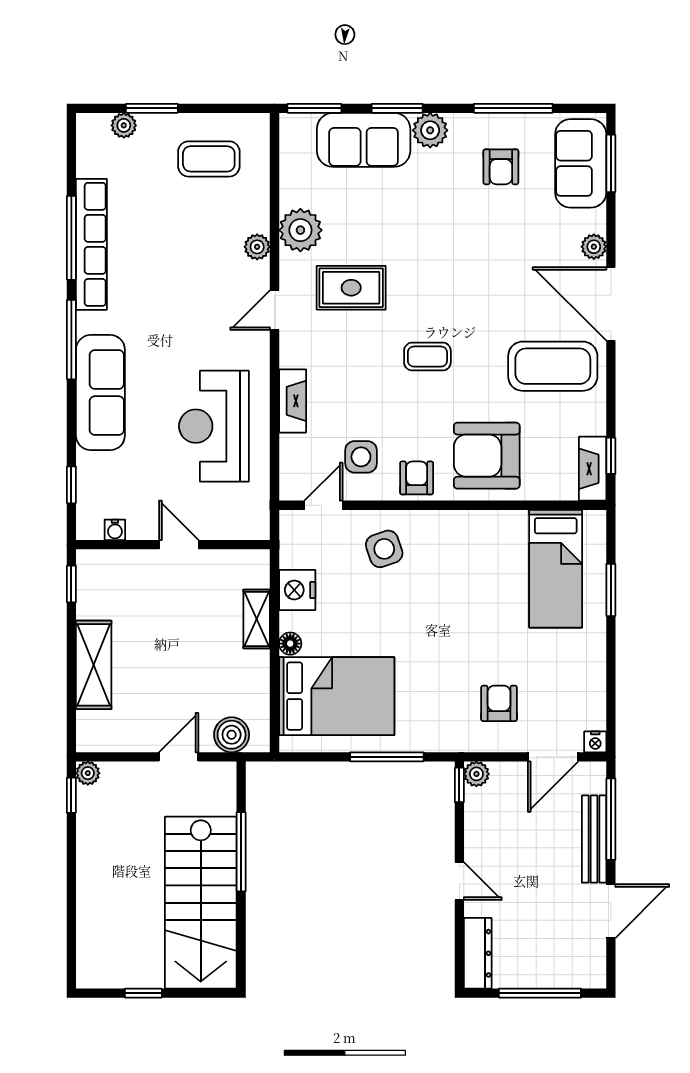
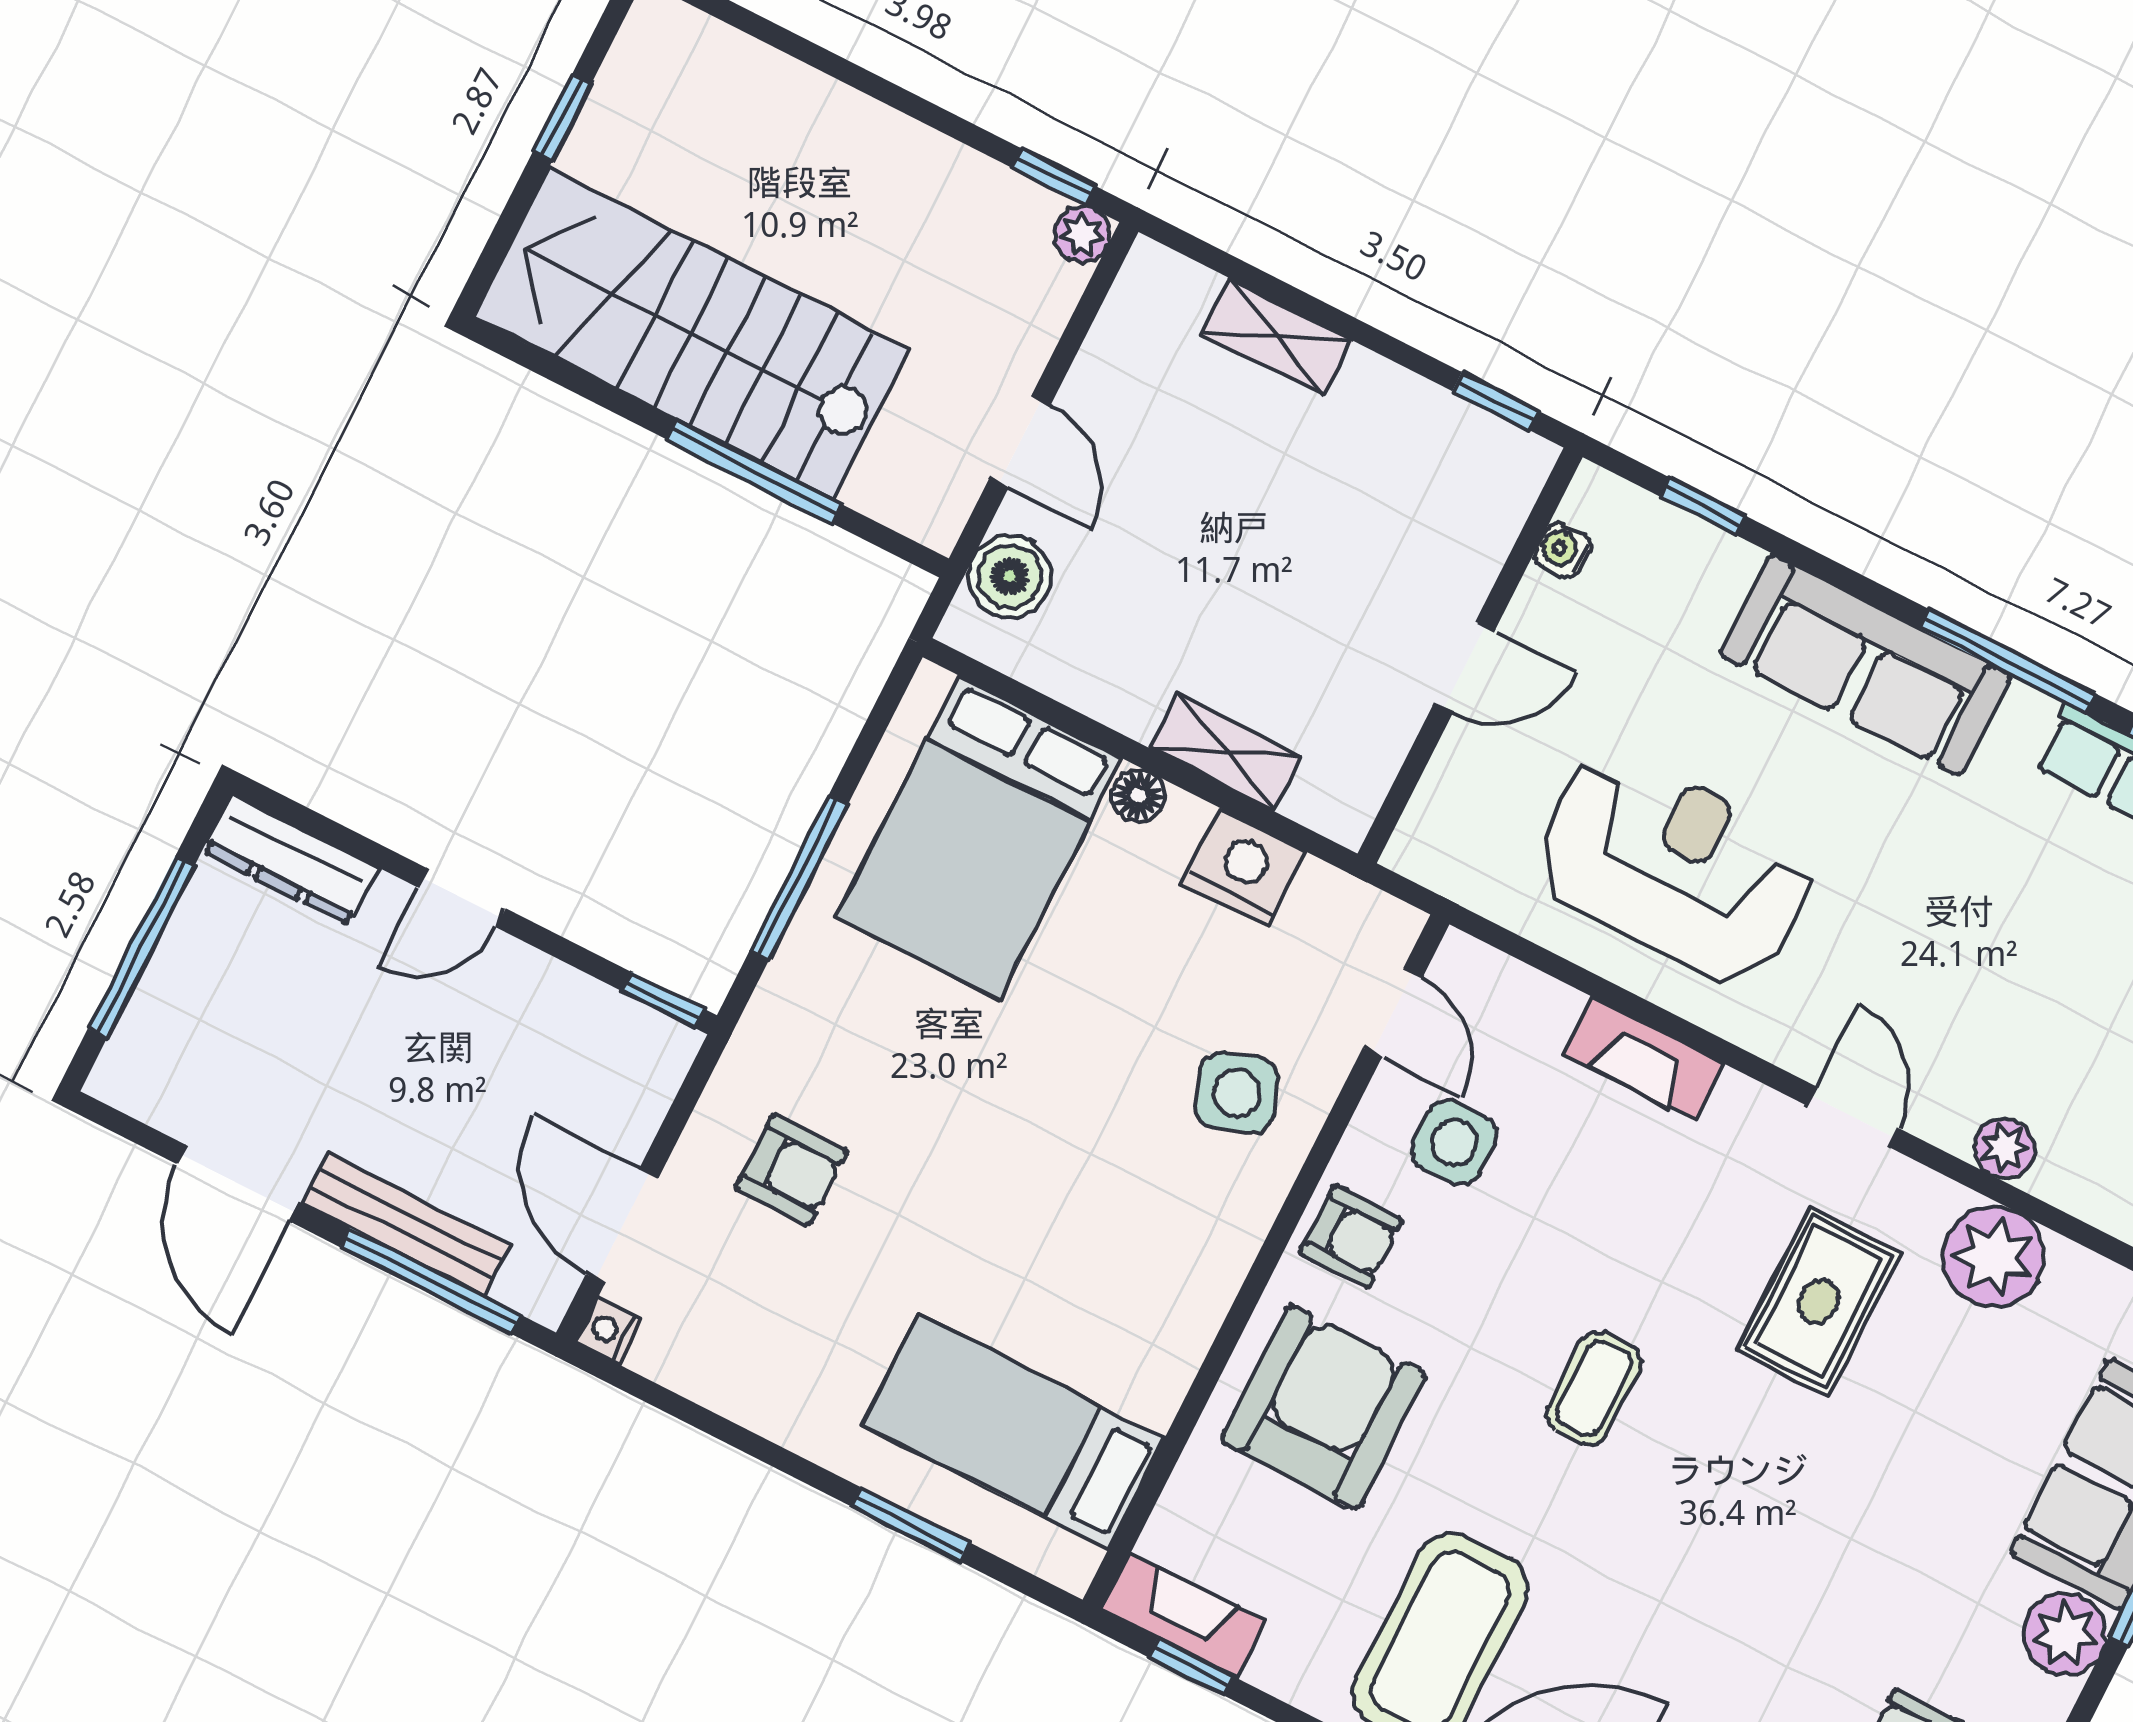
shelving: (94, 665) -> (1276, 337), width x0.67, depth x0.75
plant: (476, 774) -> (668, 1047), removed

